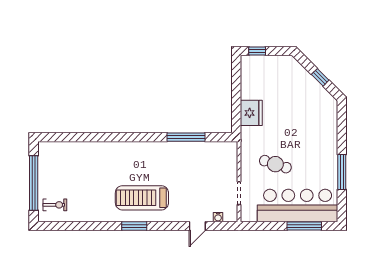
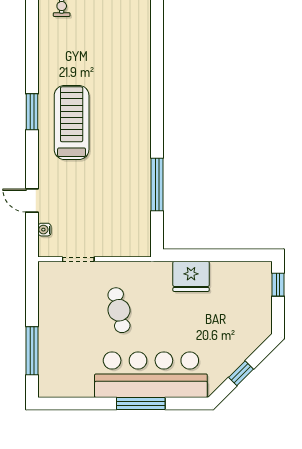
cafe table: (275, 164) -> (119, 310), turned -30
window: (342, 172) -> (141, 404), moved
bar counter: (298, 205) -> (151, 375), moved, turned -90

